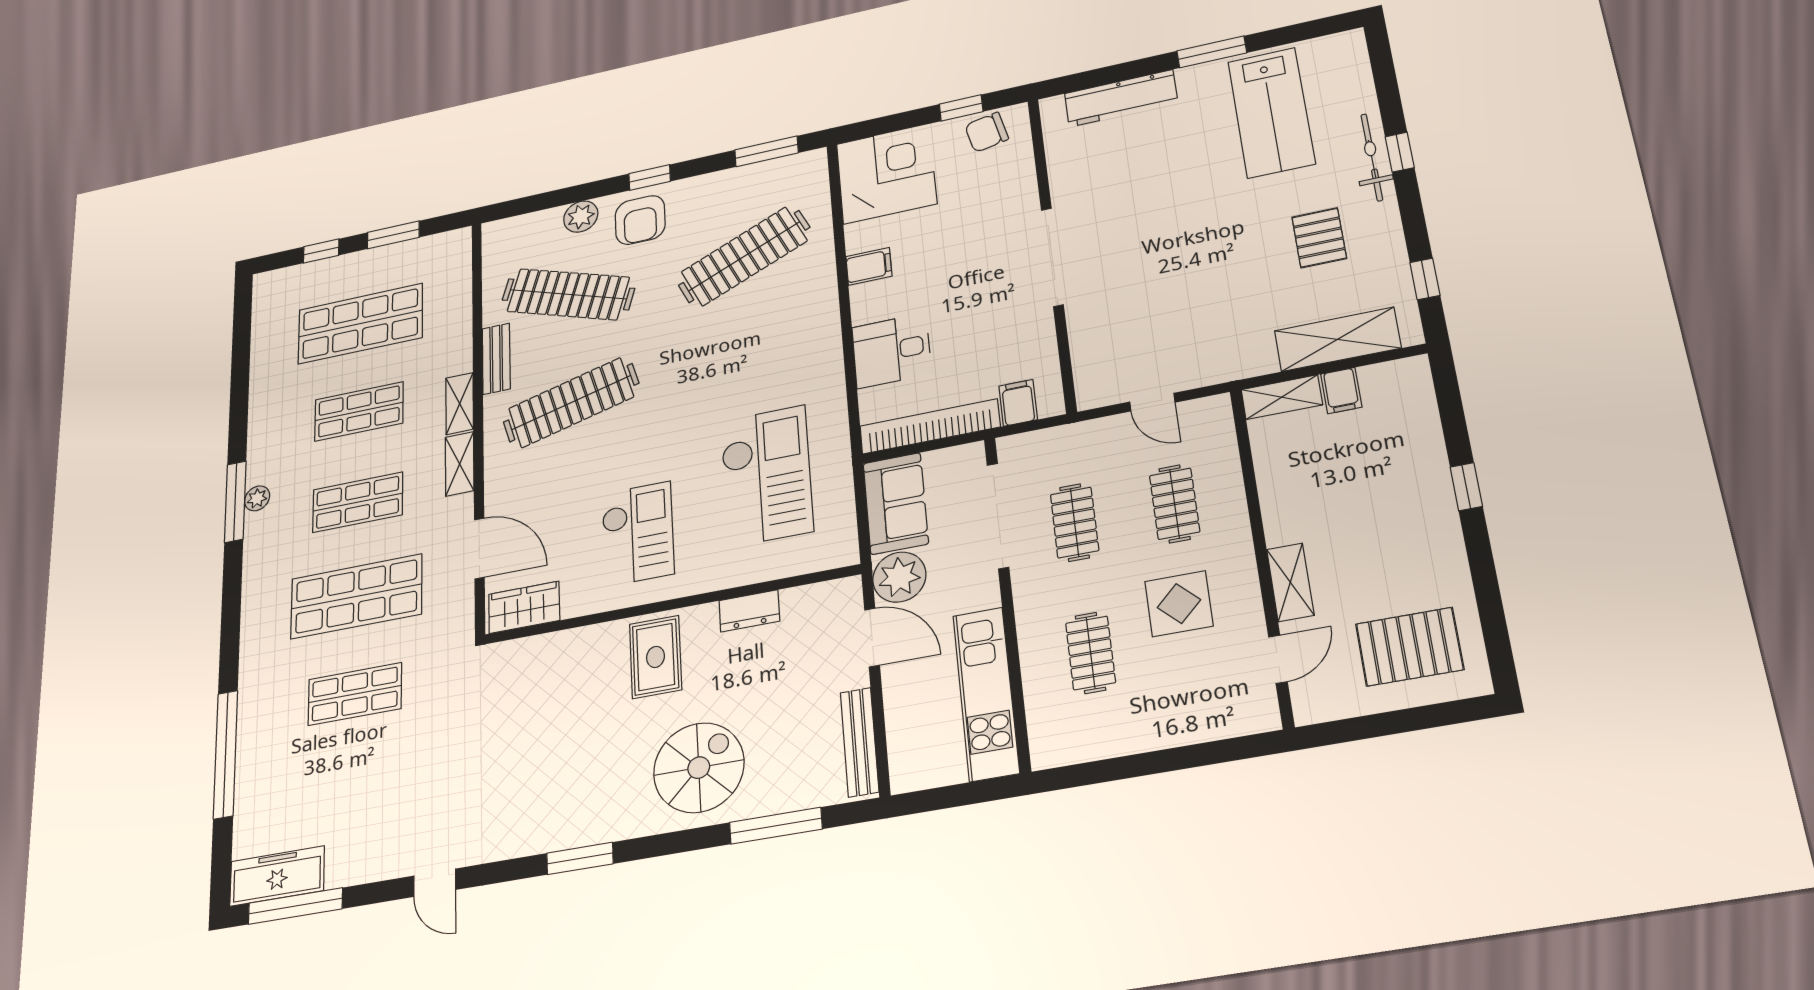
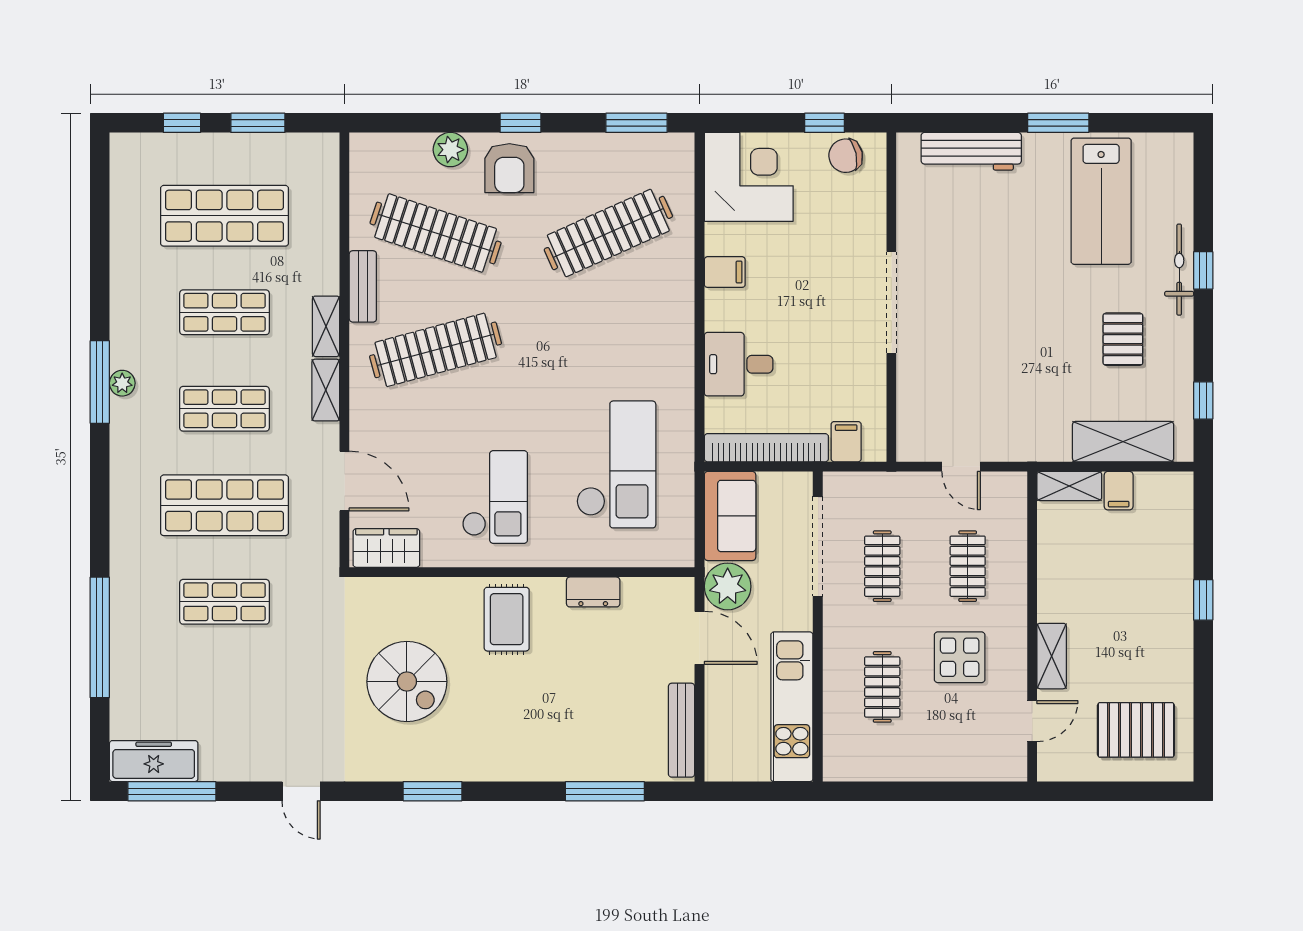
spiral stairs: (699, 768) -> (407, 682), moved, turned 90

